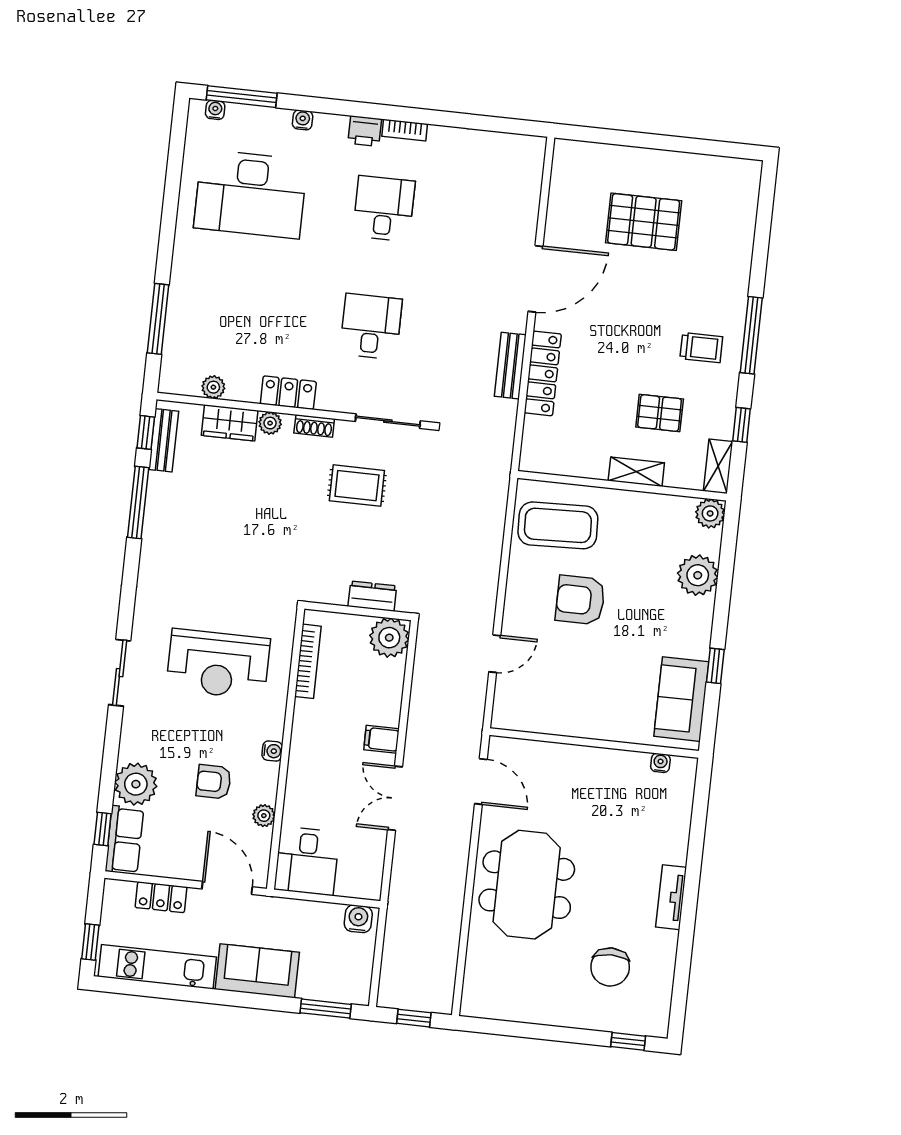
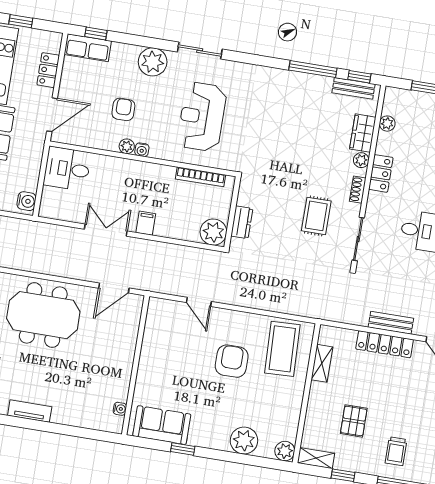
shelving: (636, 472) -> (322, 363), moved
plant: (136, 784) -> (153, 62), moved
plant: (264, 816) -> (127, 146), moved

